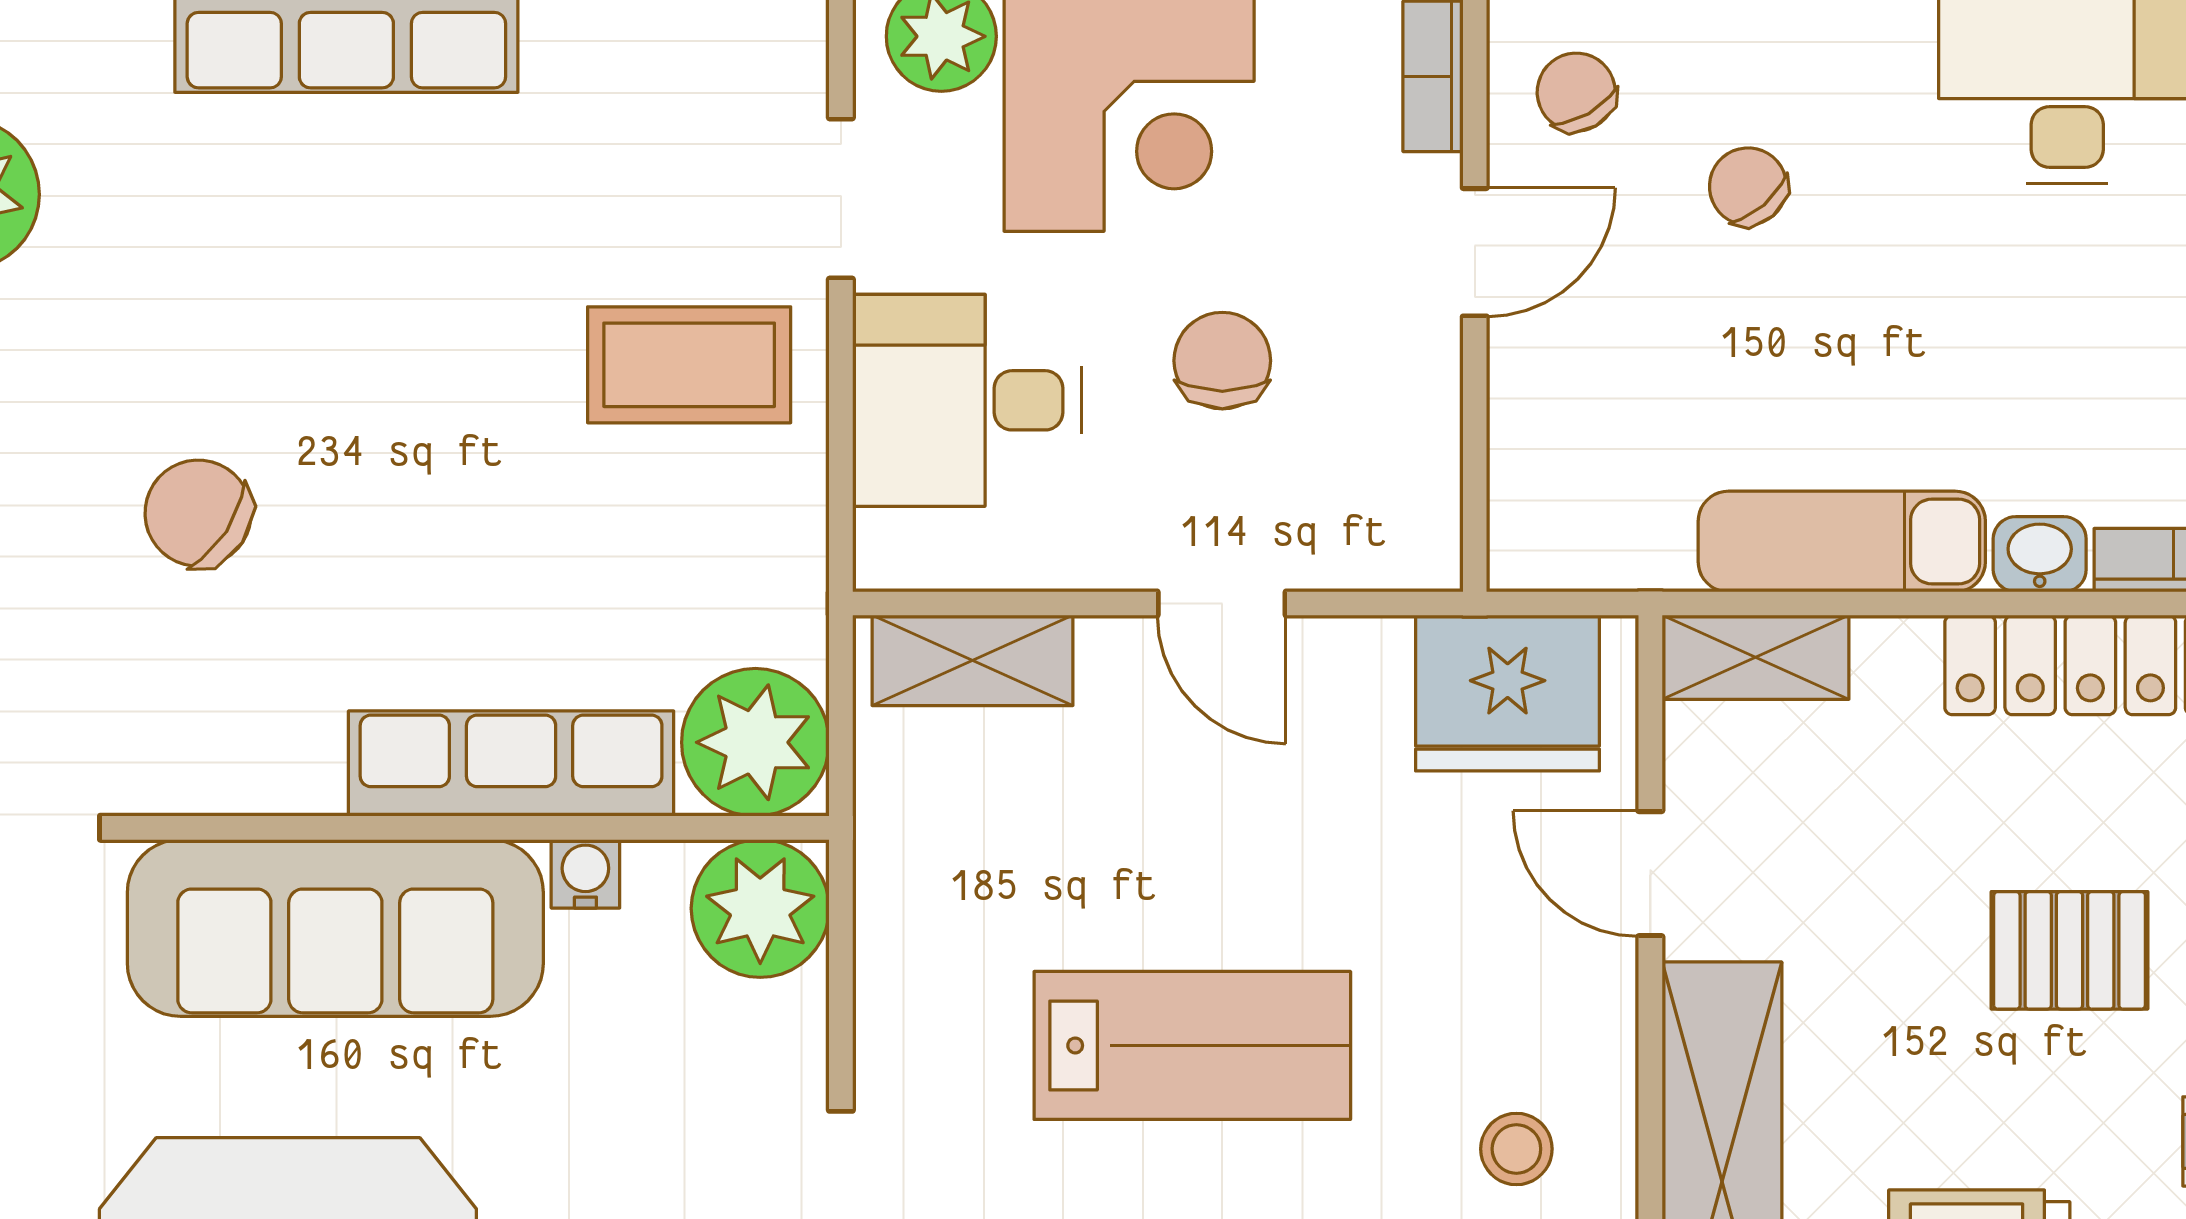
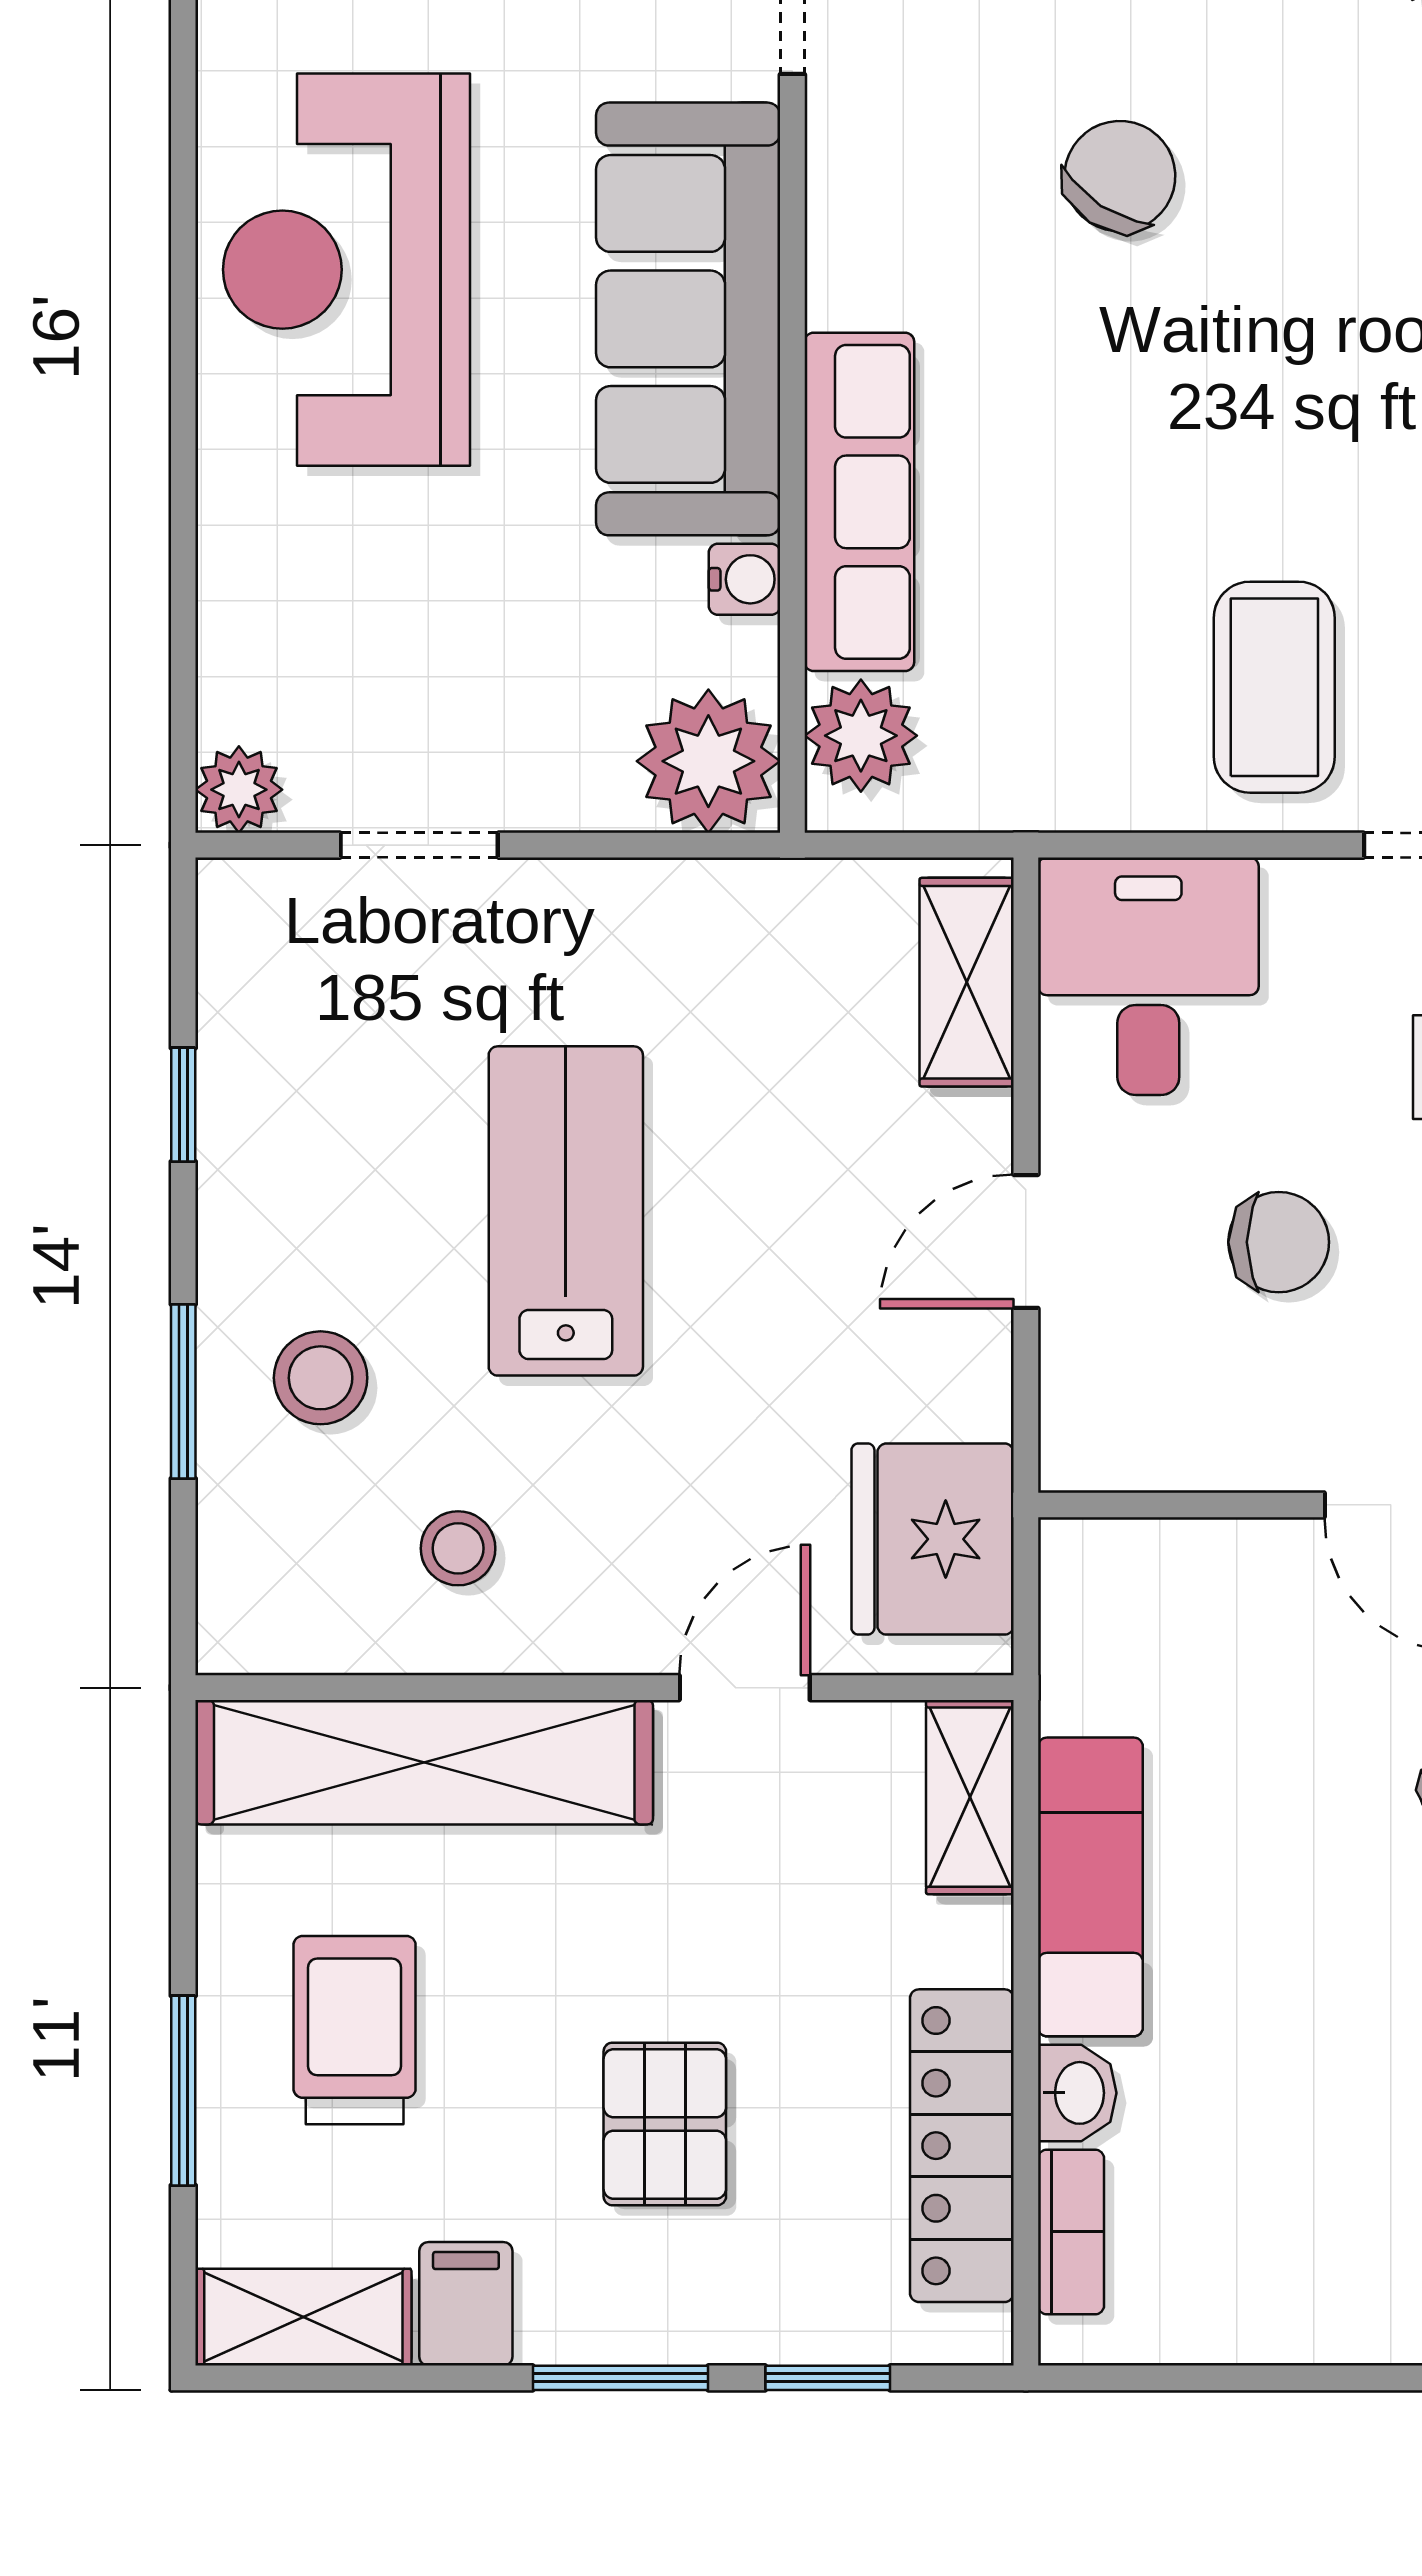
desk: (967, 400) -> (1148, 976), moved
plant: (755, 742) -> (861, 736), width x0.73, depth x0.73
lab bench: (1192, 1045) -> (566, 1211), turned 180

